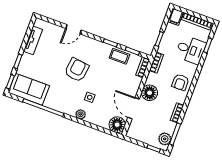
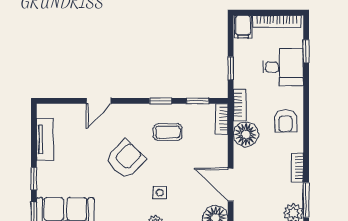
coffee table: (119, 56) -> (168, 132), moved
armchair: (77, 70) -> (125, 159), turned 37
floor lamp: (150, 93) -> (246, 134), moved

